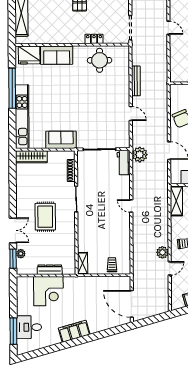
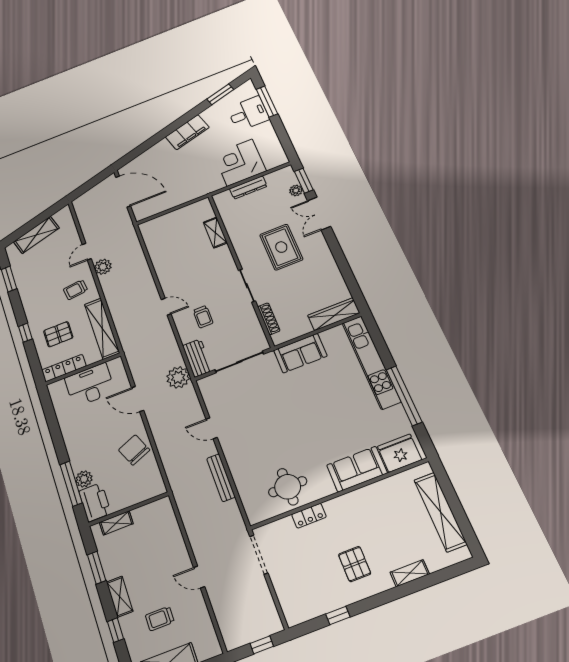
shelving: (176, 201) -> (102, 328), width x1.47
shelving: (83, 263) -> (215, 233), moved
trolley: (112, 265) -> (203, 317), moved
window: (42, 352) -> (220, 94), added

